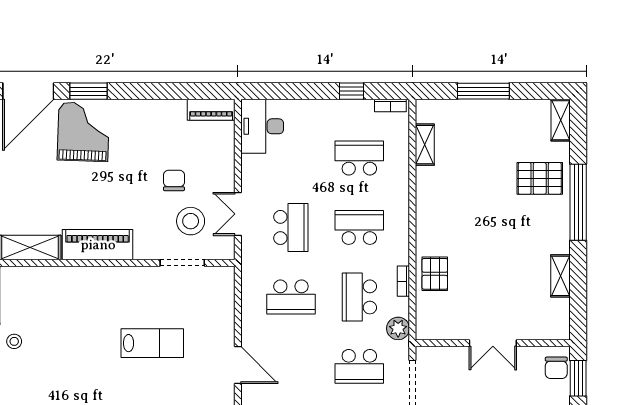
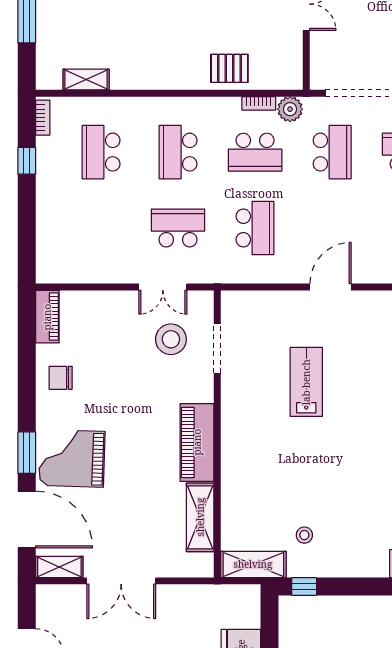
desk: (262, 126) -> (66, 260), removed
chair: (174, 180) -> (61, 378), moved
bookcase: (403, 281) -> (259, 103), moved

